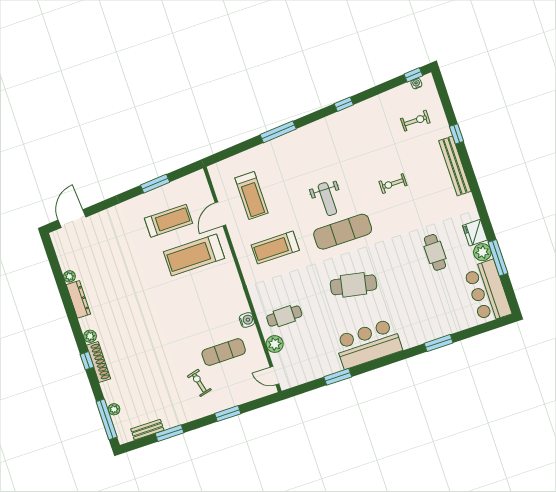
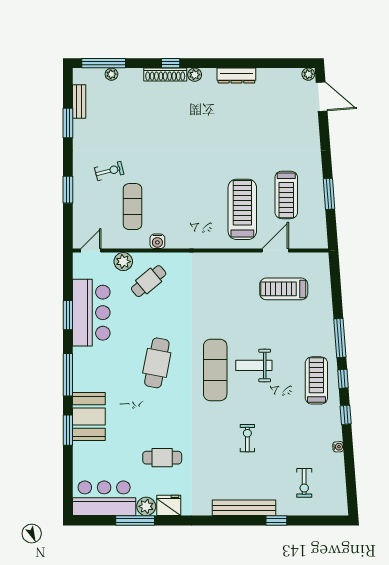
window: (413, 75) -> (343, 379), moved
water cooler: (416, 84) -> (338, 447), moved
door: (220, 214) -> (275, 251), hinge flipped
treadmill: (275, 248) -> (316, 380), moved
plant: (69, 276) -> (308, 74), moved
cafe table: (284, 316) -> (149, 281), turned 50
booth: (420, 329) -> (89, 417), added
bar counter: (368, 344) -> (91, 313), moved
window: (390, 359) -> (68, 375), added

